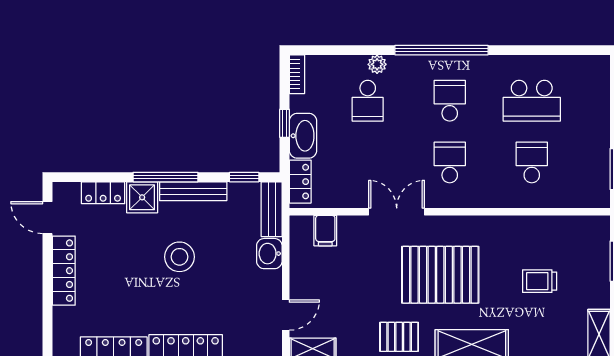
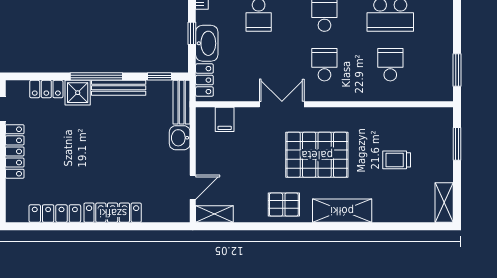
stool: (179, 257) -> (108, 140), removed

